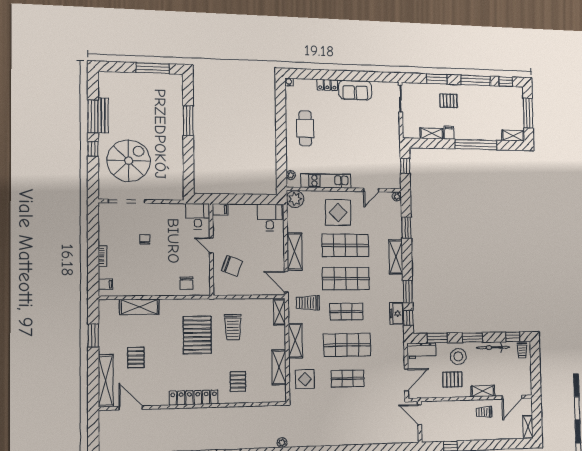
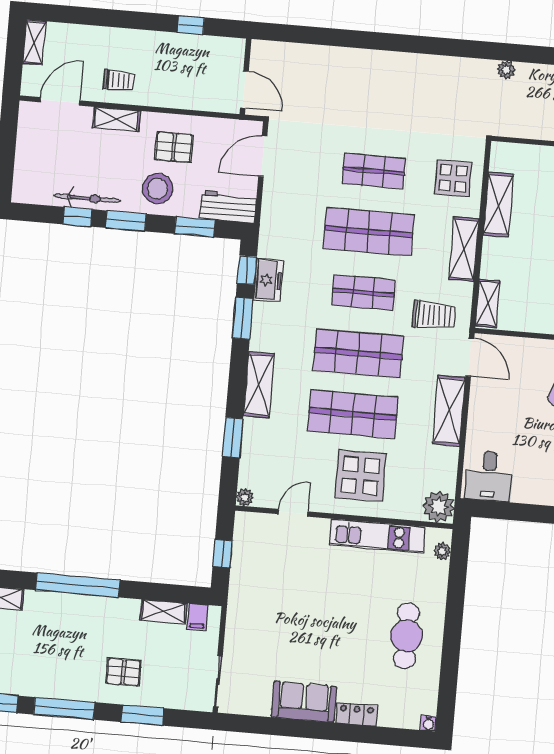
filing cabinet: (449, 133) -> (198, 617), moved
window: (513, 337) -> (78, 217), moved
trolley: (522, 350) -> (29, 187), removed

